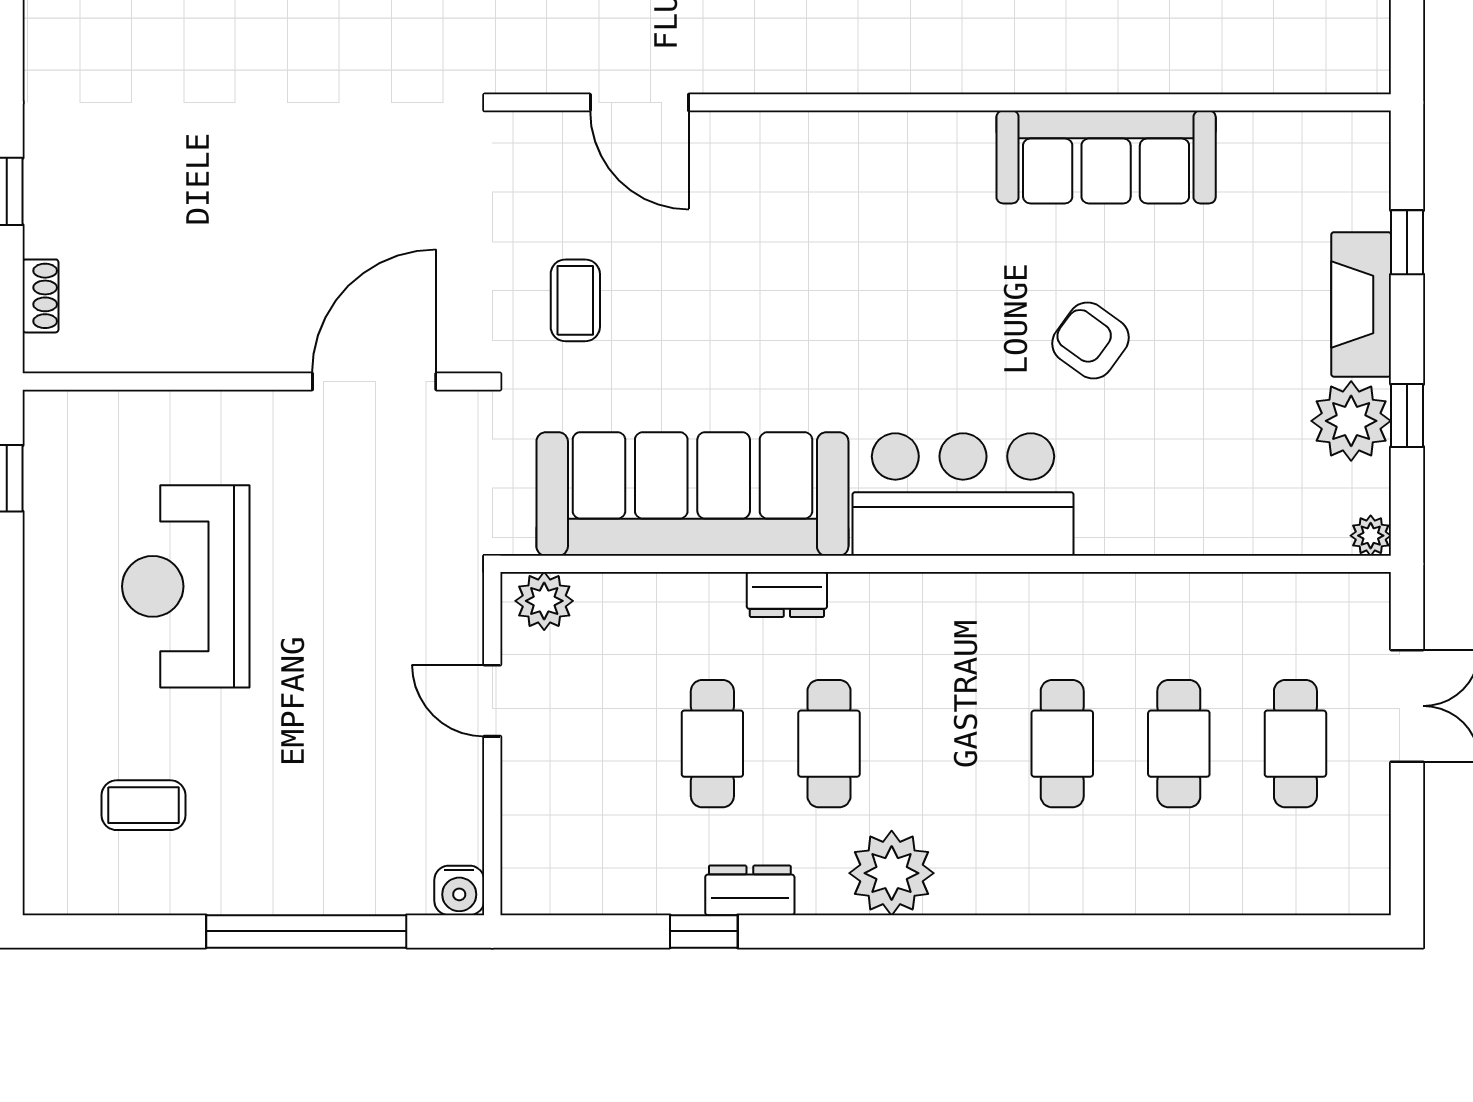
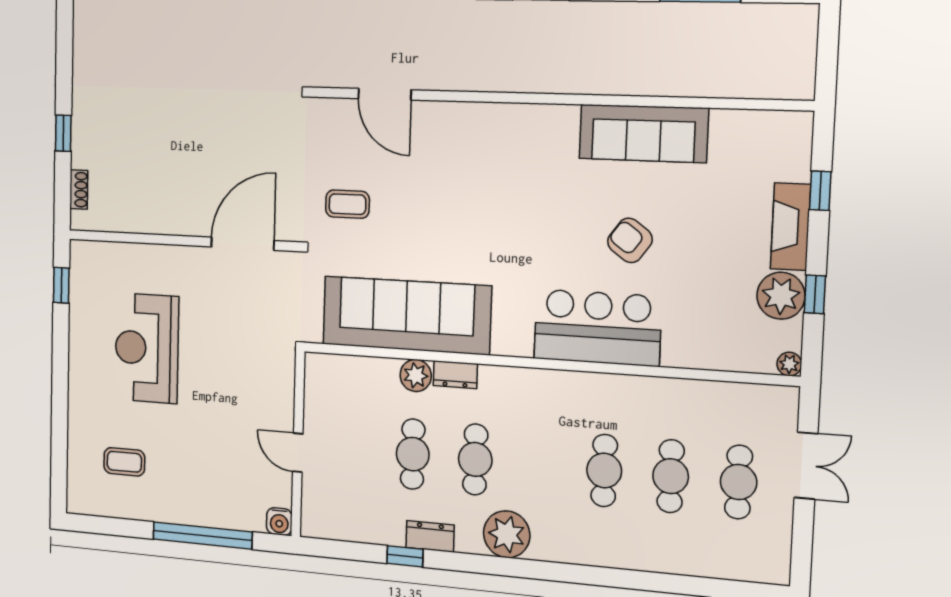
coffee table: (575, 300) -> (347, 204), turned 90
bar counter: (963, 495) -> (597, 328), moved
plant: (544, 601) -> (416, 375), moved
door: (492, 701) -> (298, 453), moved

